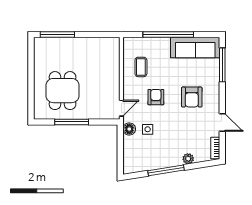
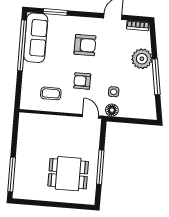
window: (168, 34) -> (22, 45), moved
window: (222, 65) -> (55, 12), width x0.69
plant: (188, 159) -> (142, 59), width x1.88, depth x1.88

